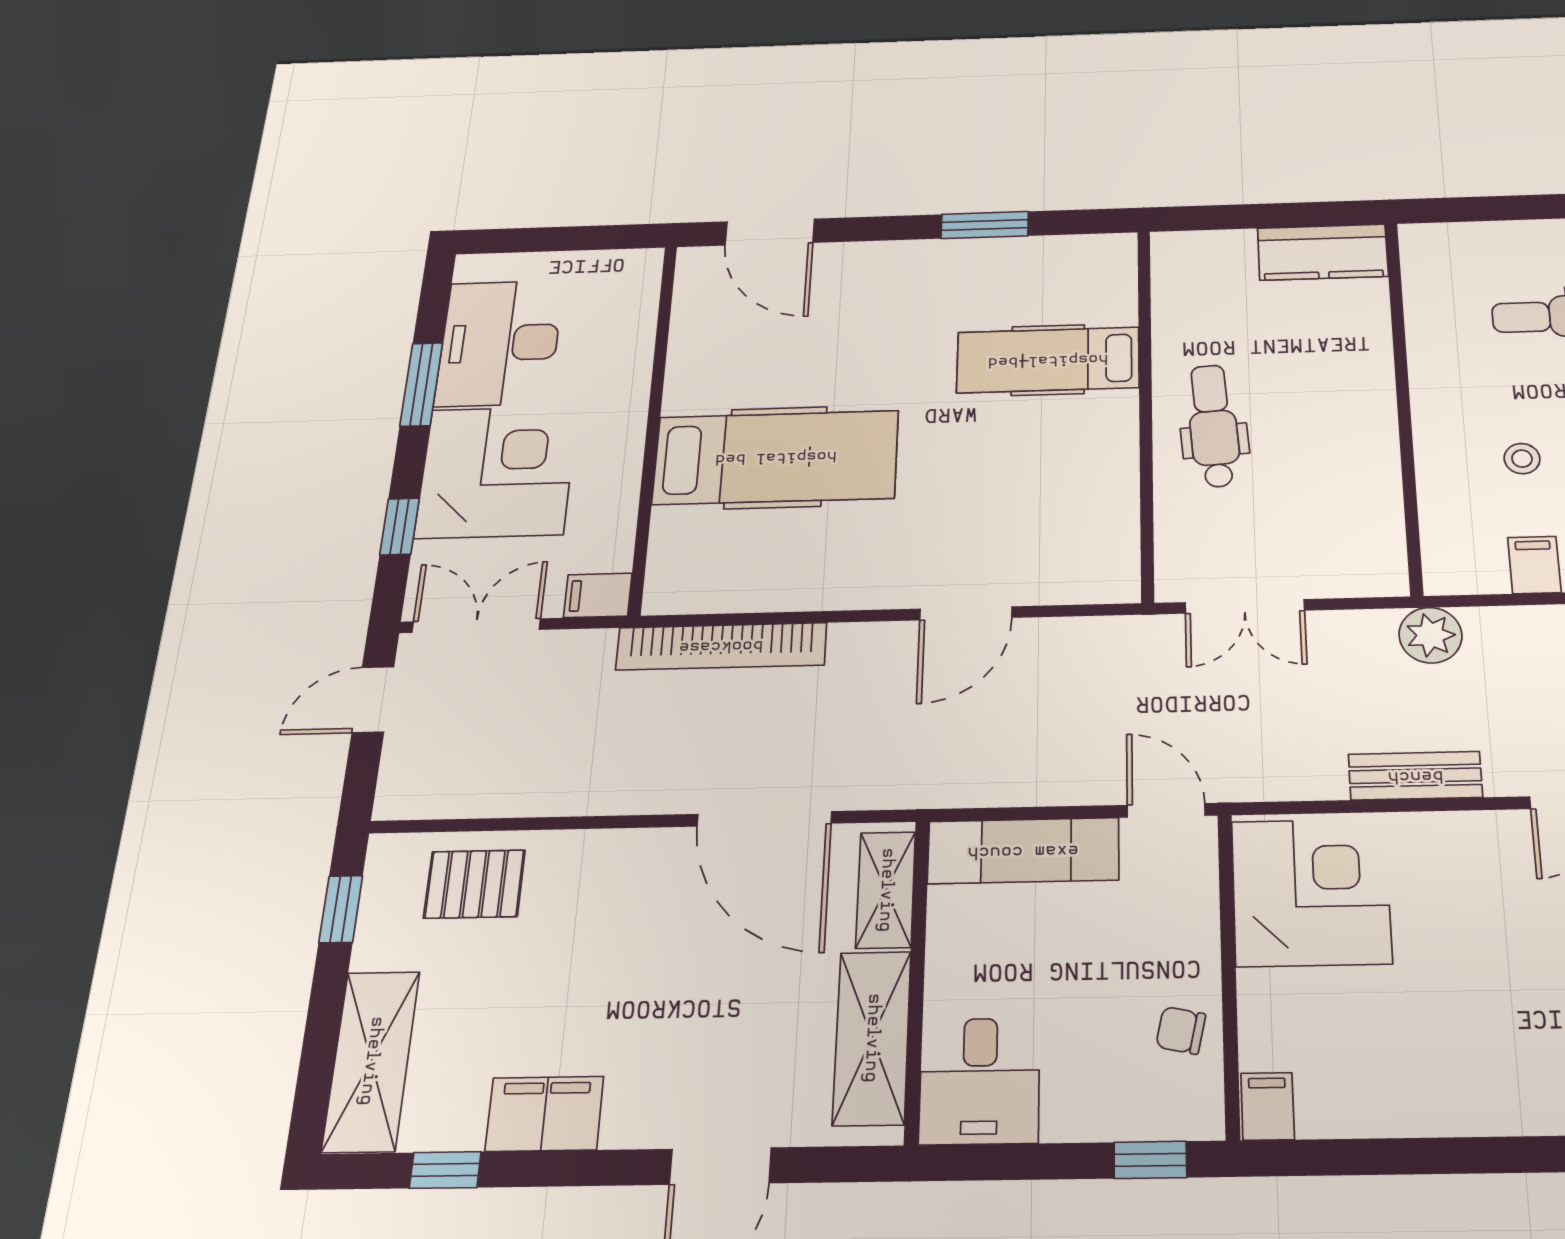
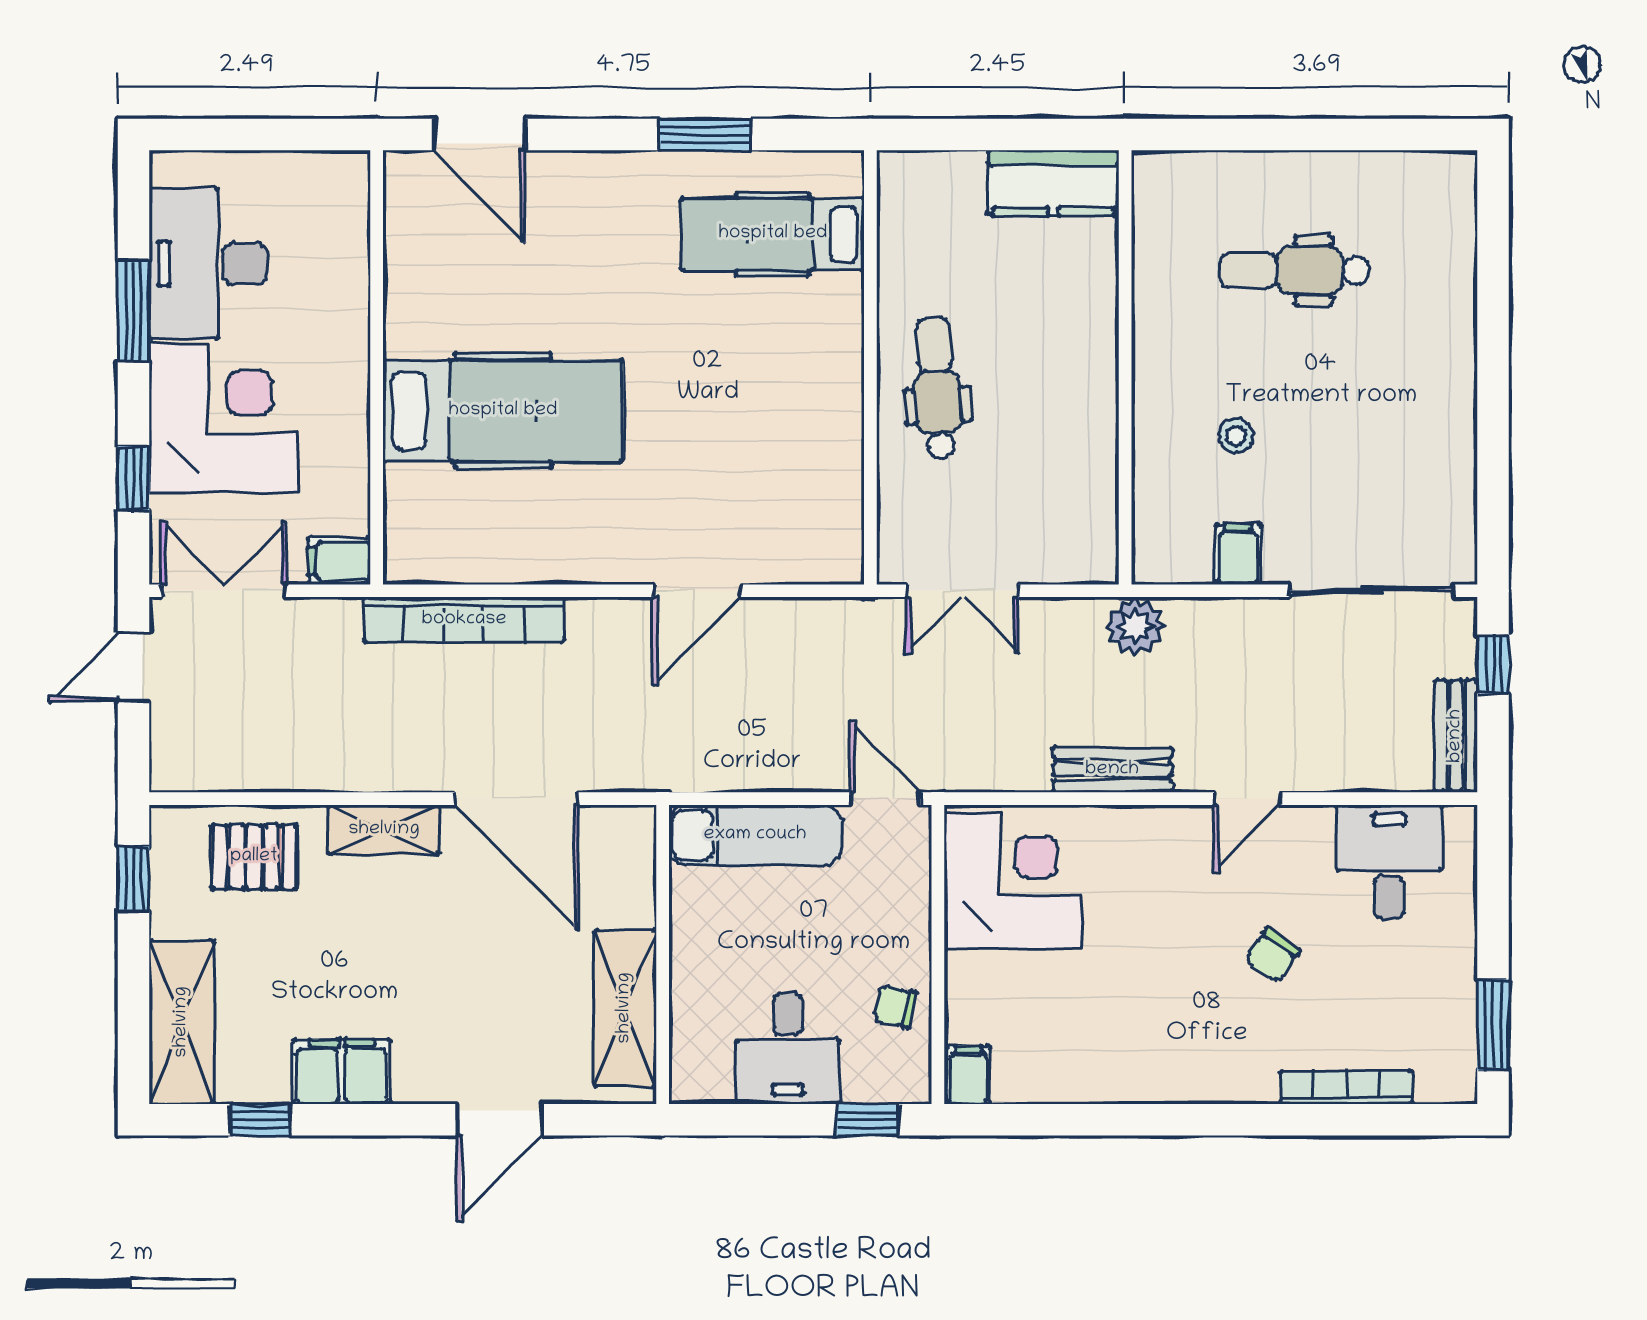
hospital bed: (1048, 360) -> (773, 234), moved
shelving: (886, 890) -> (384, 830), moved, turned 90
desk: (980, 1081) -> (788, 1049), moved

